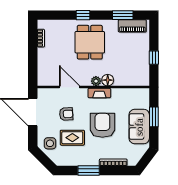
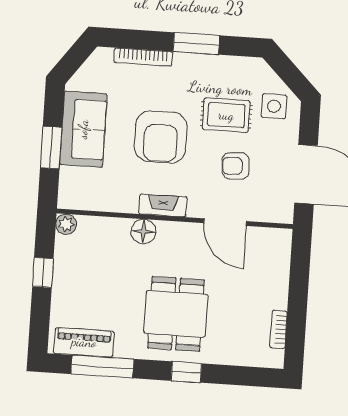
window: (123, 15) -> (102, 367), width x1.44
plant: (96, 81) -> (66, 224), moved

